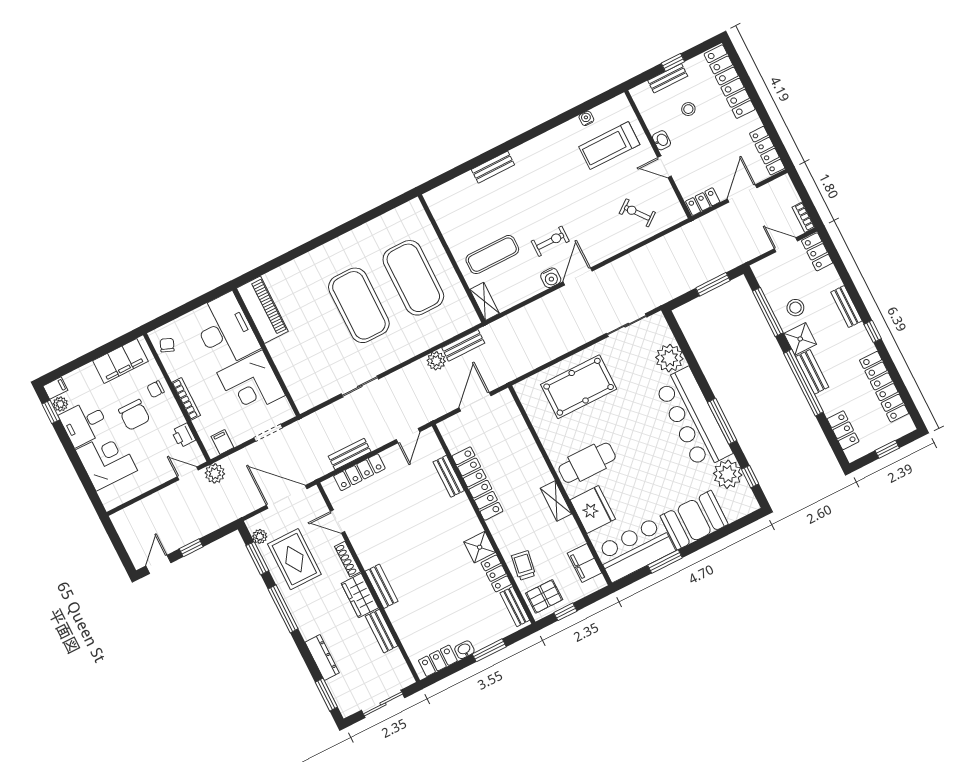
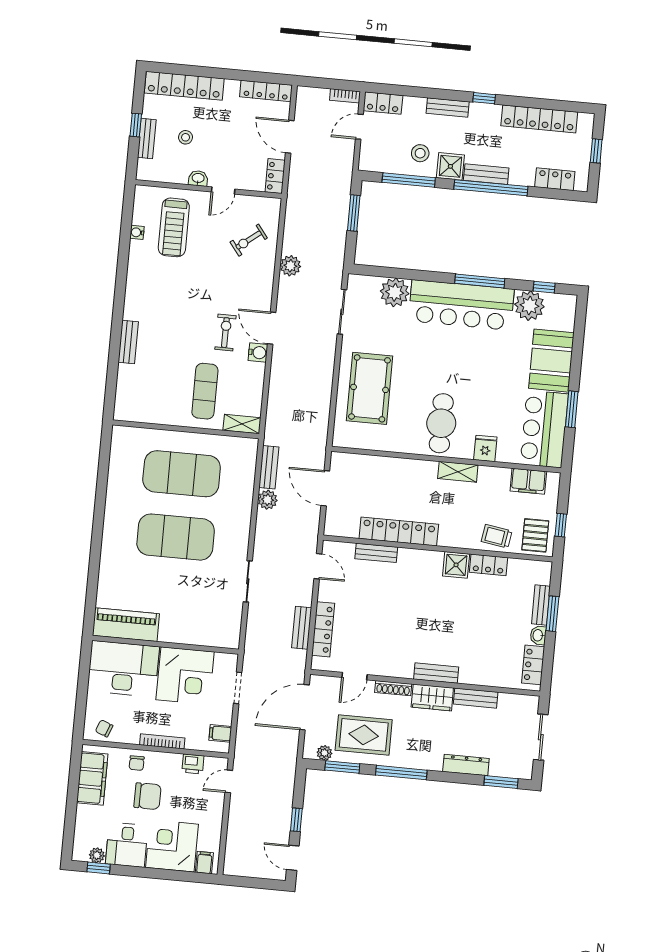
filing cabinet: (55, 388) -> (204, 863), moved
plant: (215, 473) -> (290, 266), moved
fridge: (593, 510) -> (485, 448), width x0.53, depth x0.75
bench: (515, 607) -> (541, 605), moved, turned 90

